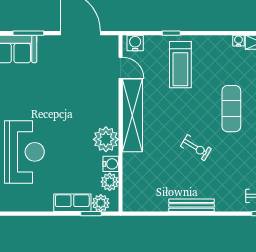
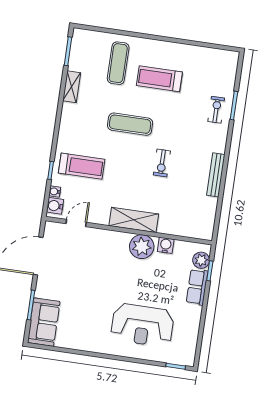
water cooler: (238, 41) -> (55, 192), moved
shelving: (132, 115) -> (134, 220), width x0.68
exercise bike: (196, 148) -> (162, 163), turned 149
reception desk: (24, 152) -> (142, 325), turned 180
plant: (110, 182) -> (182, 249), removed

